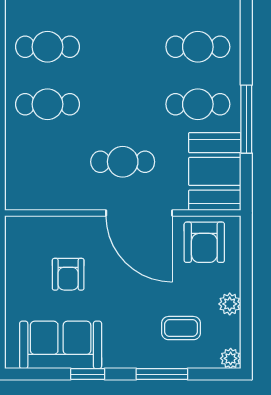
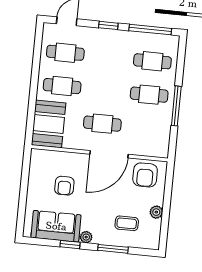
booth: (215, 171) -> (49, 124), moved
door: (139, 213) -> (109, 154), hinge flipped
plant: (231, 358) -> (86, 237), moved

